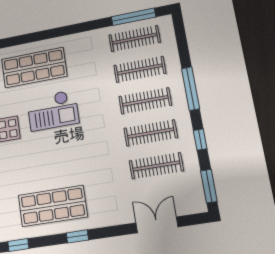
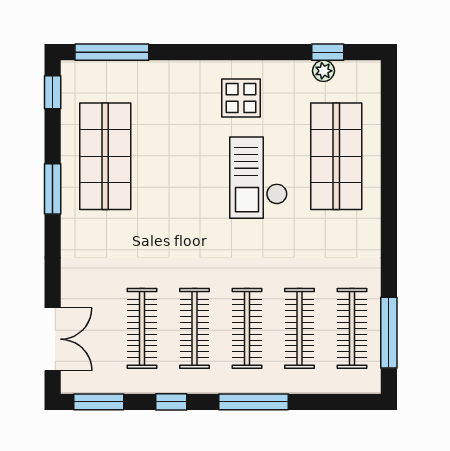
double door: (157, 225) -> (53, 339), moved
window: (77, 236) -> (53, 189), width x1.50

